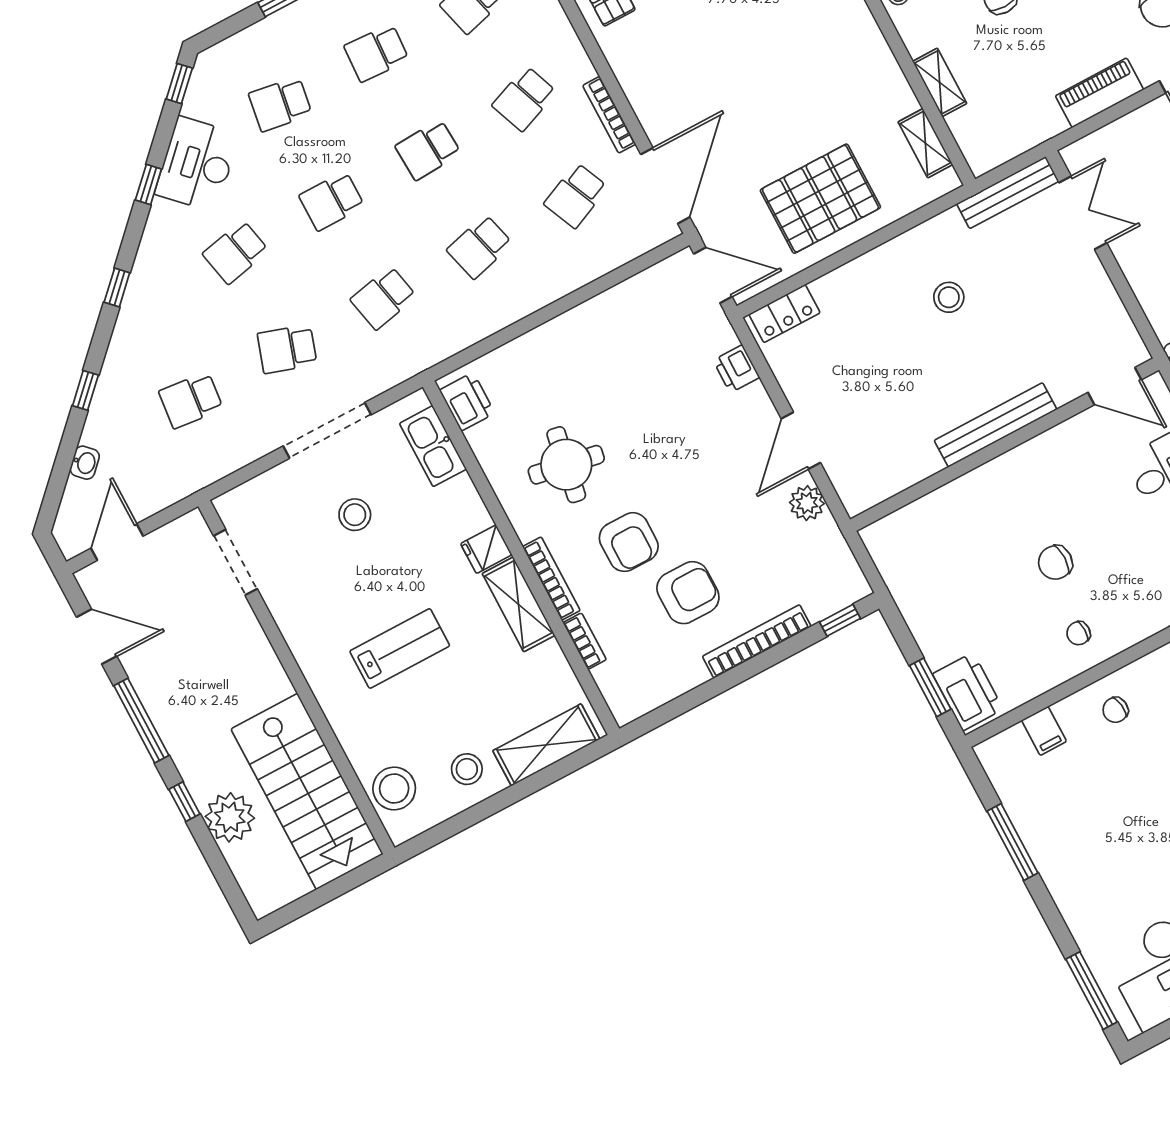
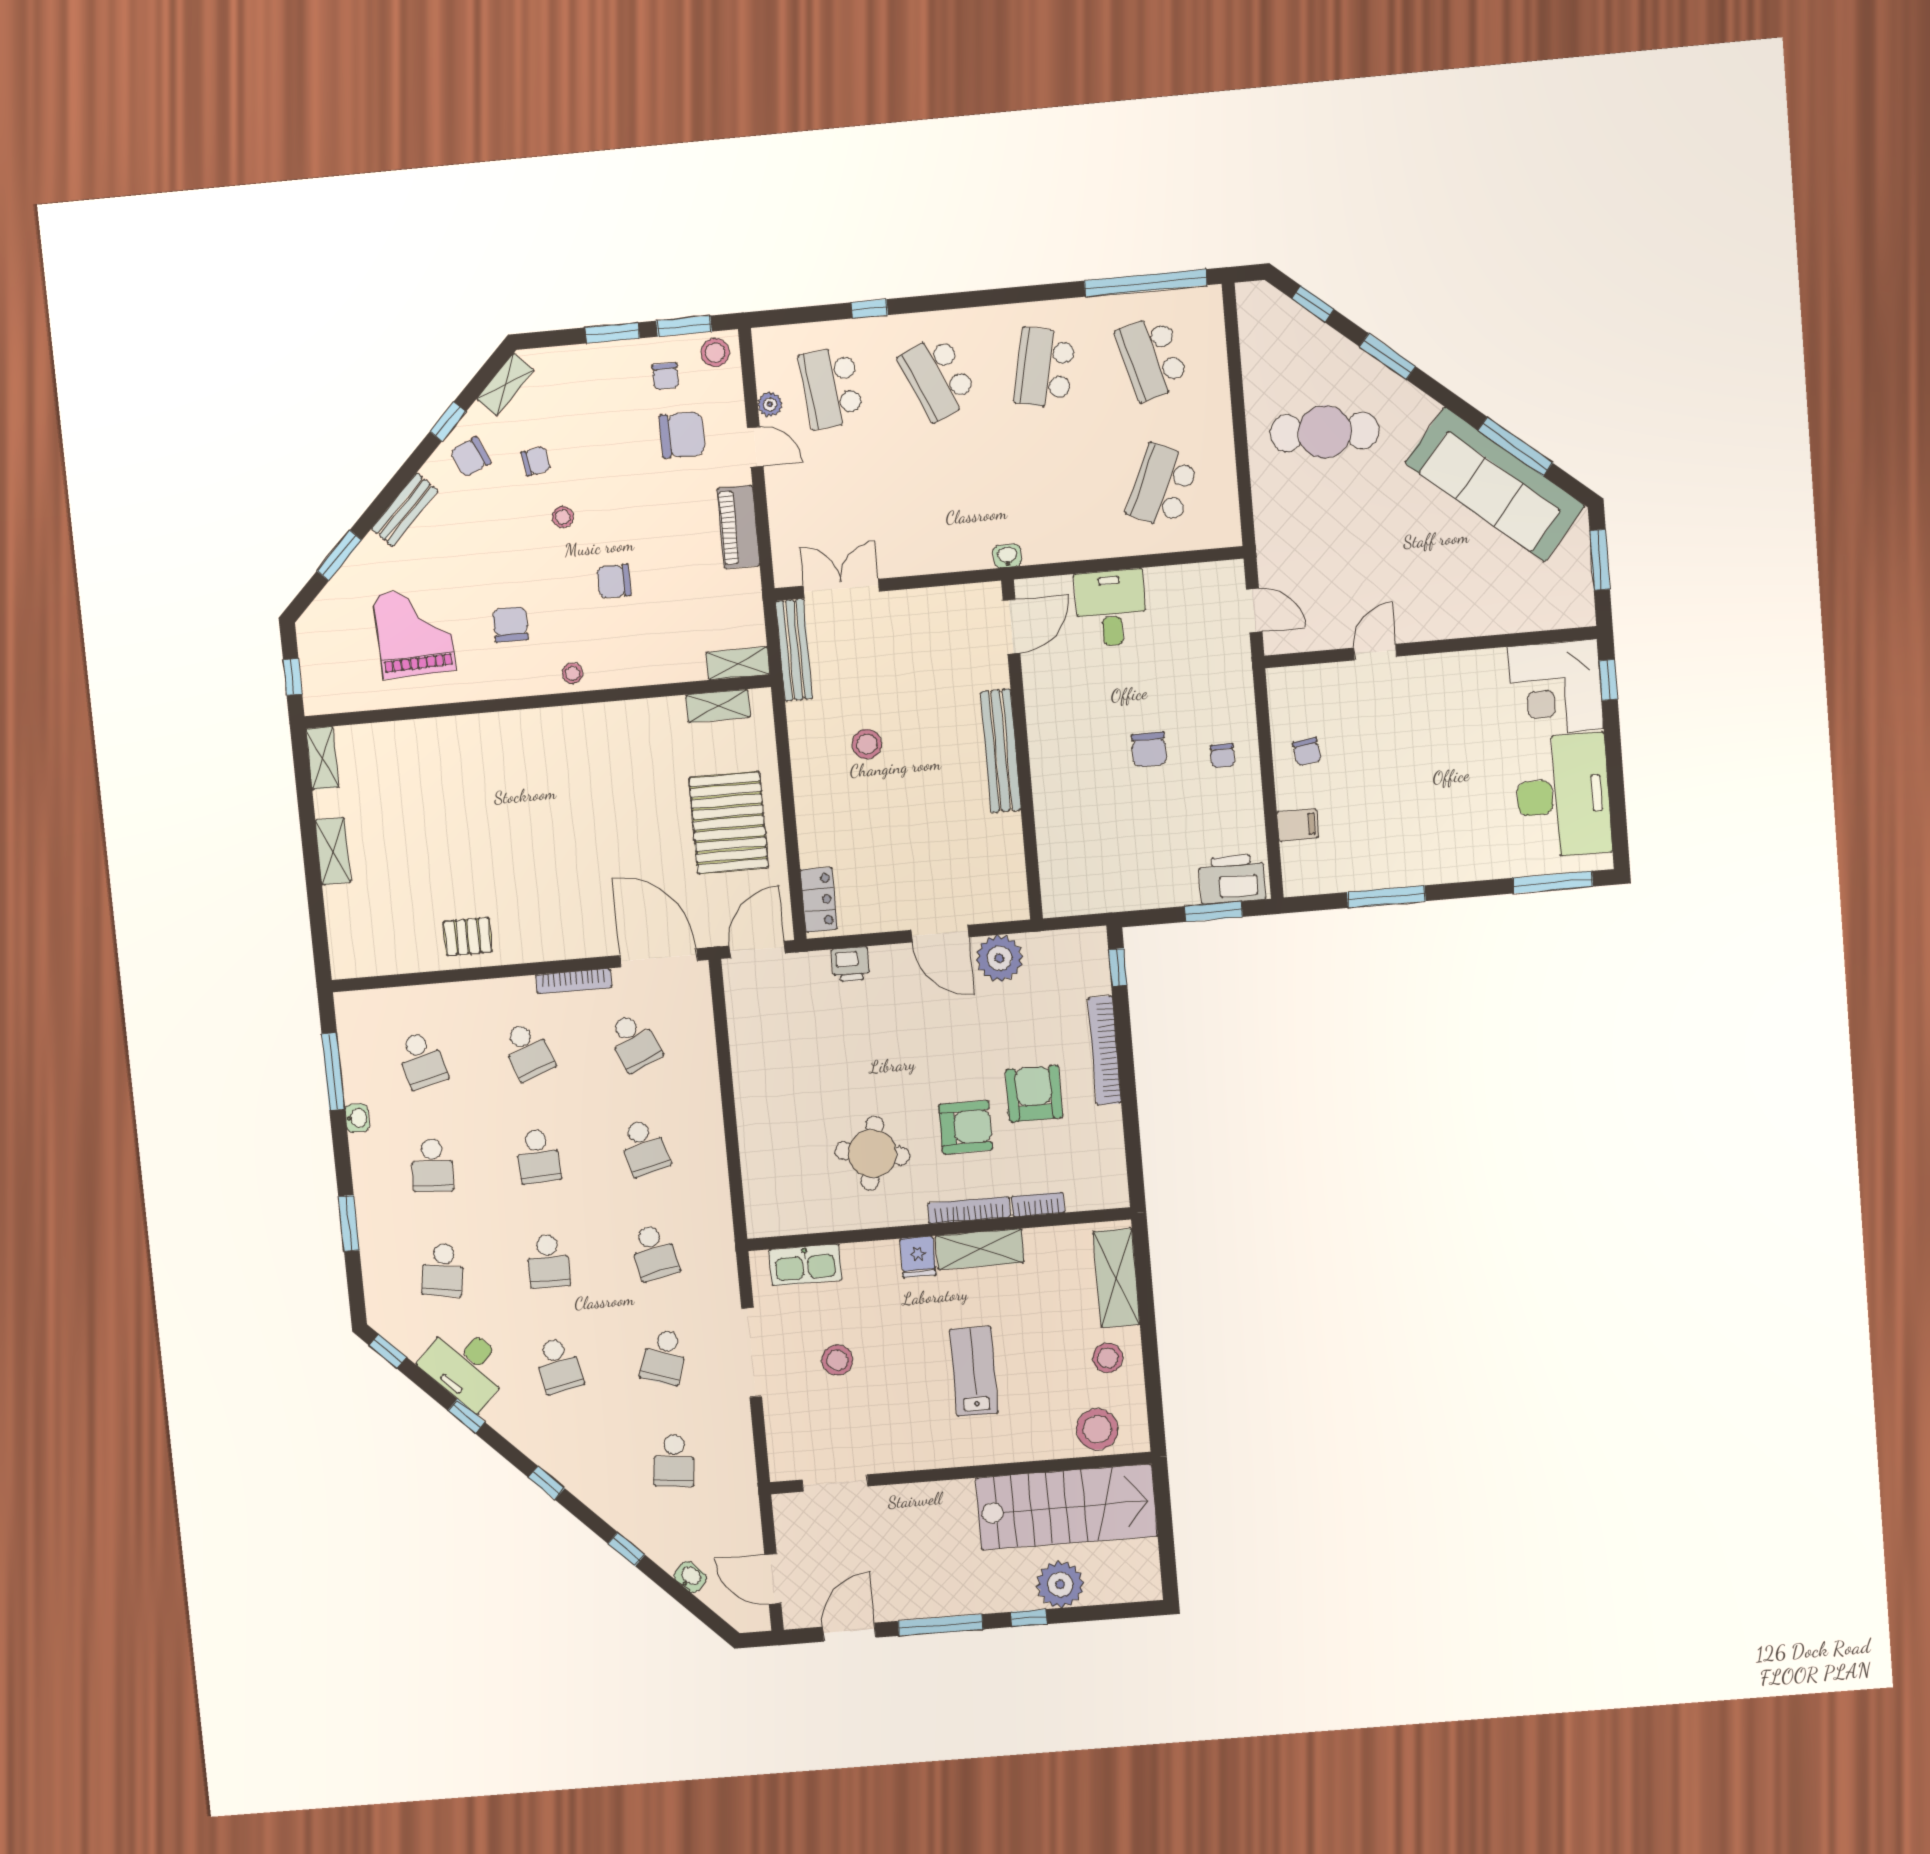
shelving: (940, 82) -> (738, 663), moved
printer: (467, 402) -> (778, 1218), removed
plant: (807, 503) -> (999, 958), width x1.36, depth x1.36

